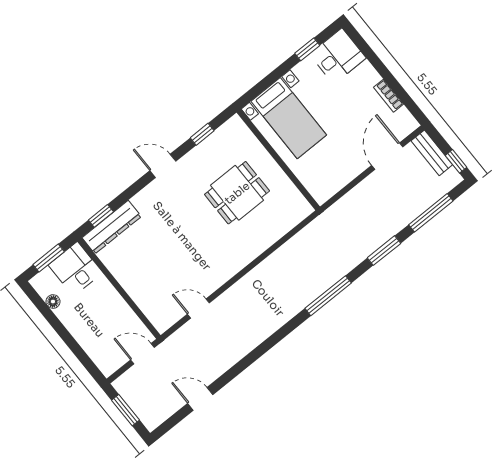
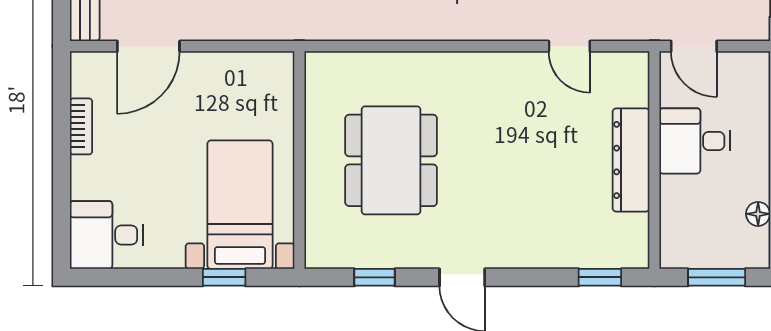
window: (307, 49) -> (224, 277), moved
dining table: (237, 193) -> (391, 160), width x1.38
dresser: (112, 227) -> (631, 160), moved, turned -90
desk: (75, 269) -> (695, 141), moved, turned 90

